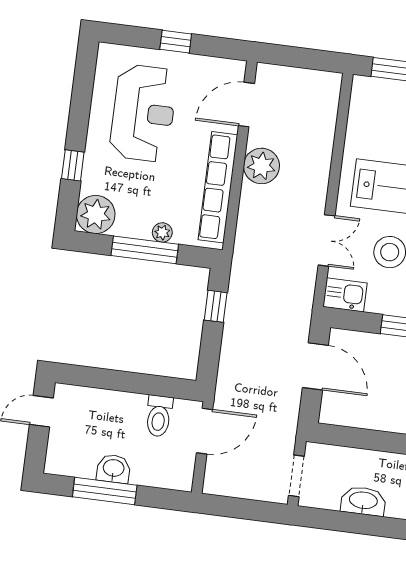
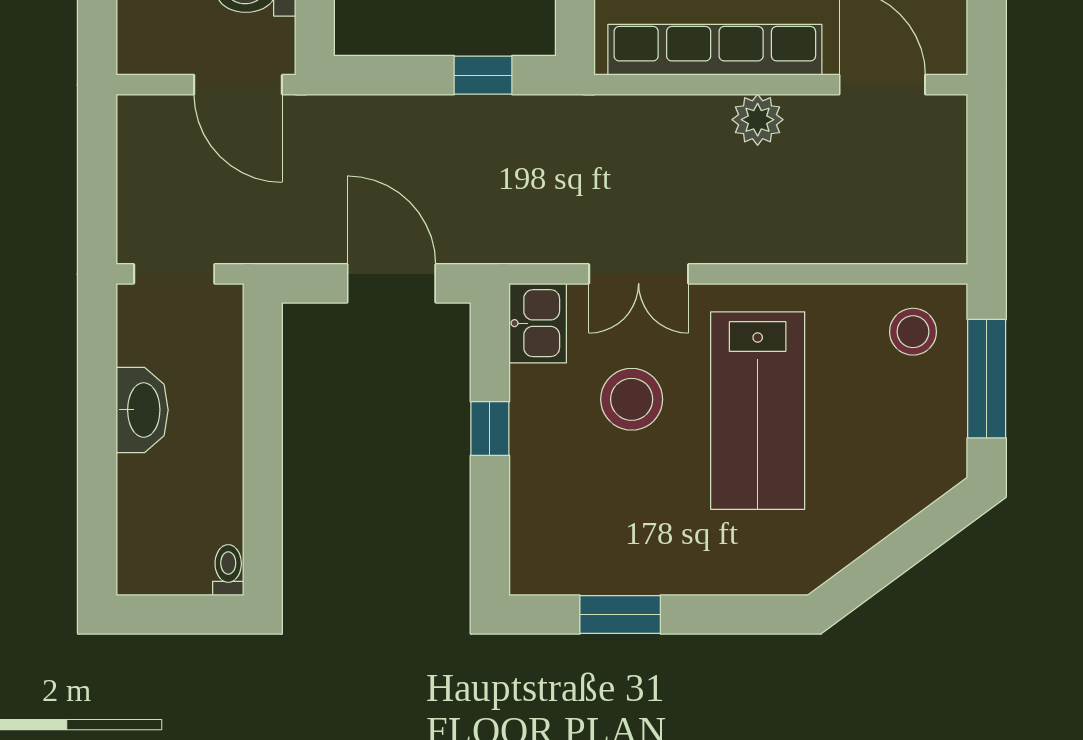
stool: (374, 105) -> (913, 332), added
plant: (261, 166) -> (758, 120), width x0.73, depth x0.73
door: (315, 366) -> (391, 283), swing flipped

